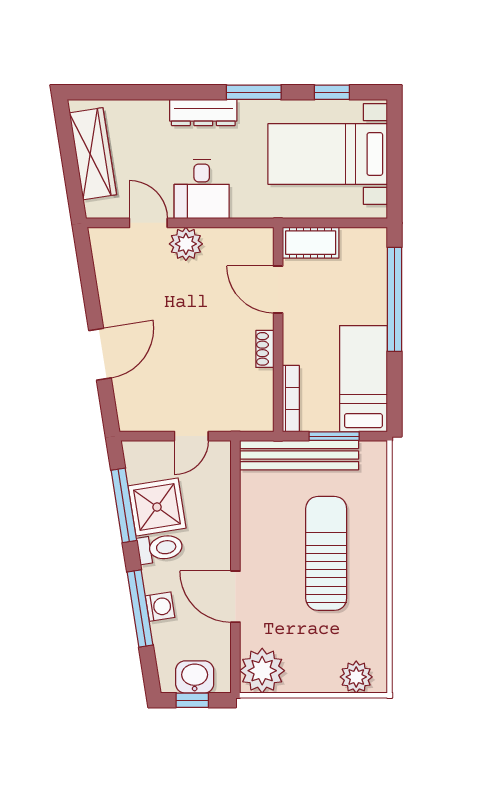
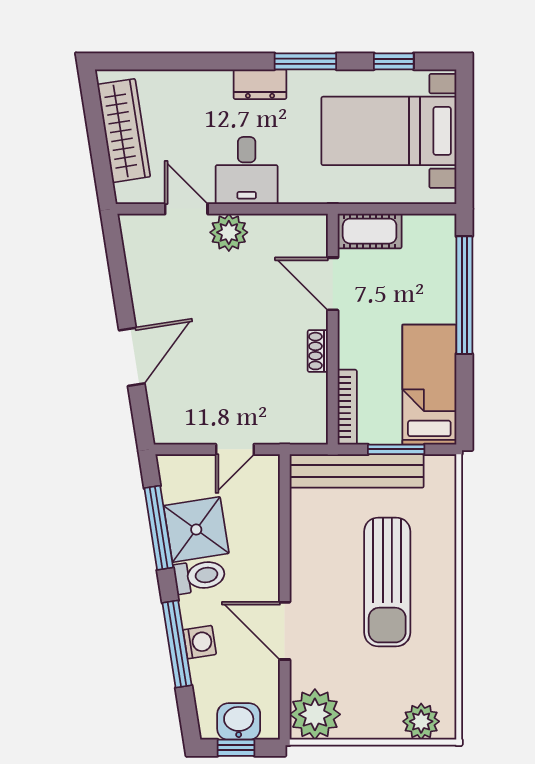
dresser: (203, 113) -> (260, 84), width x0.70
sun lounger: (326, 553) -> (387, 582), turned 180

